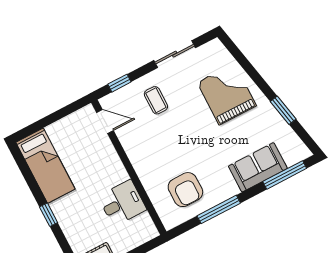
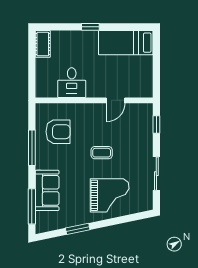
coffee table: (156, 100) -> (102, 153), moved
door: (105, 121) -> (116, 100), moved
armchair: (185, 190) -> (58, 132), turned 180

